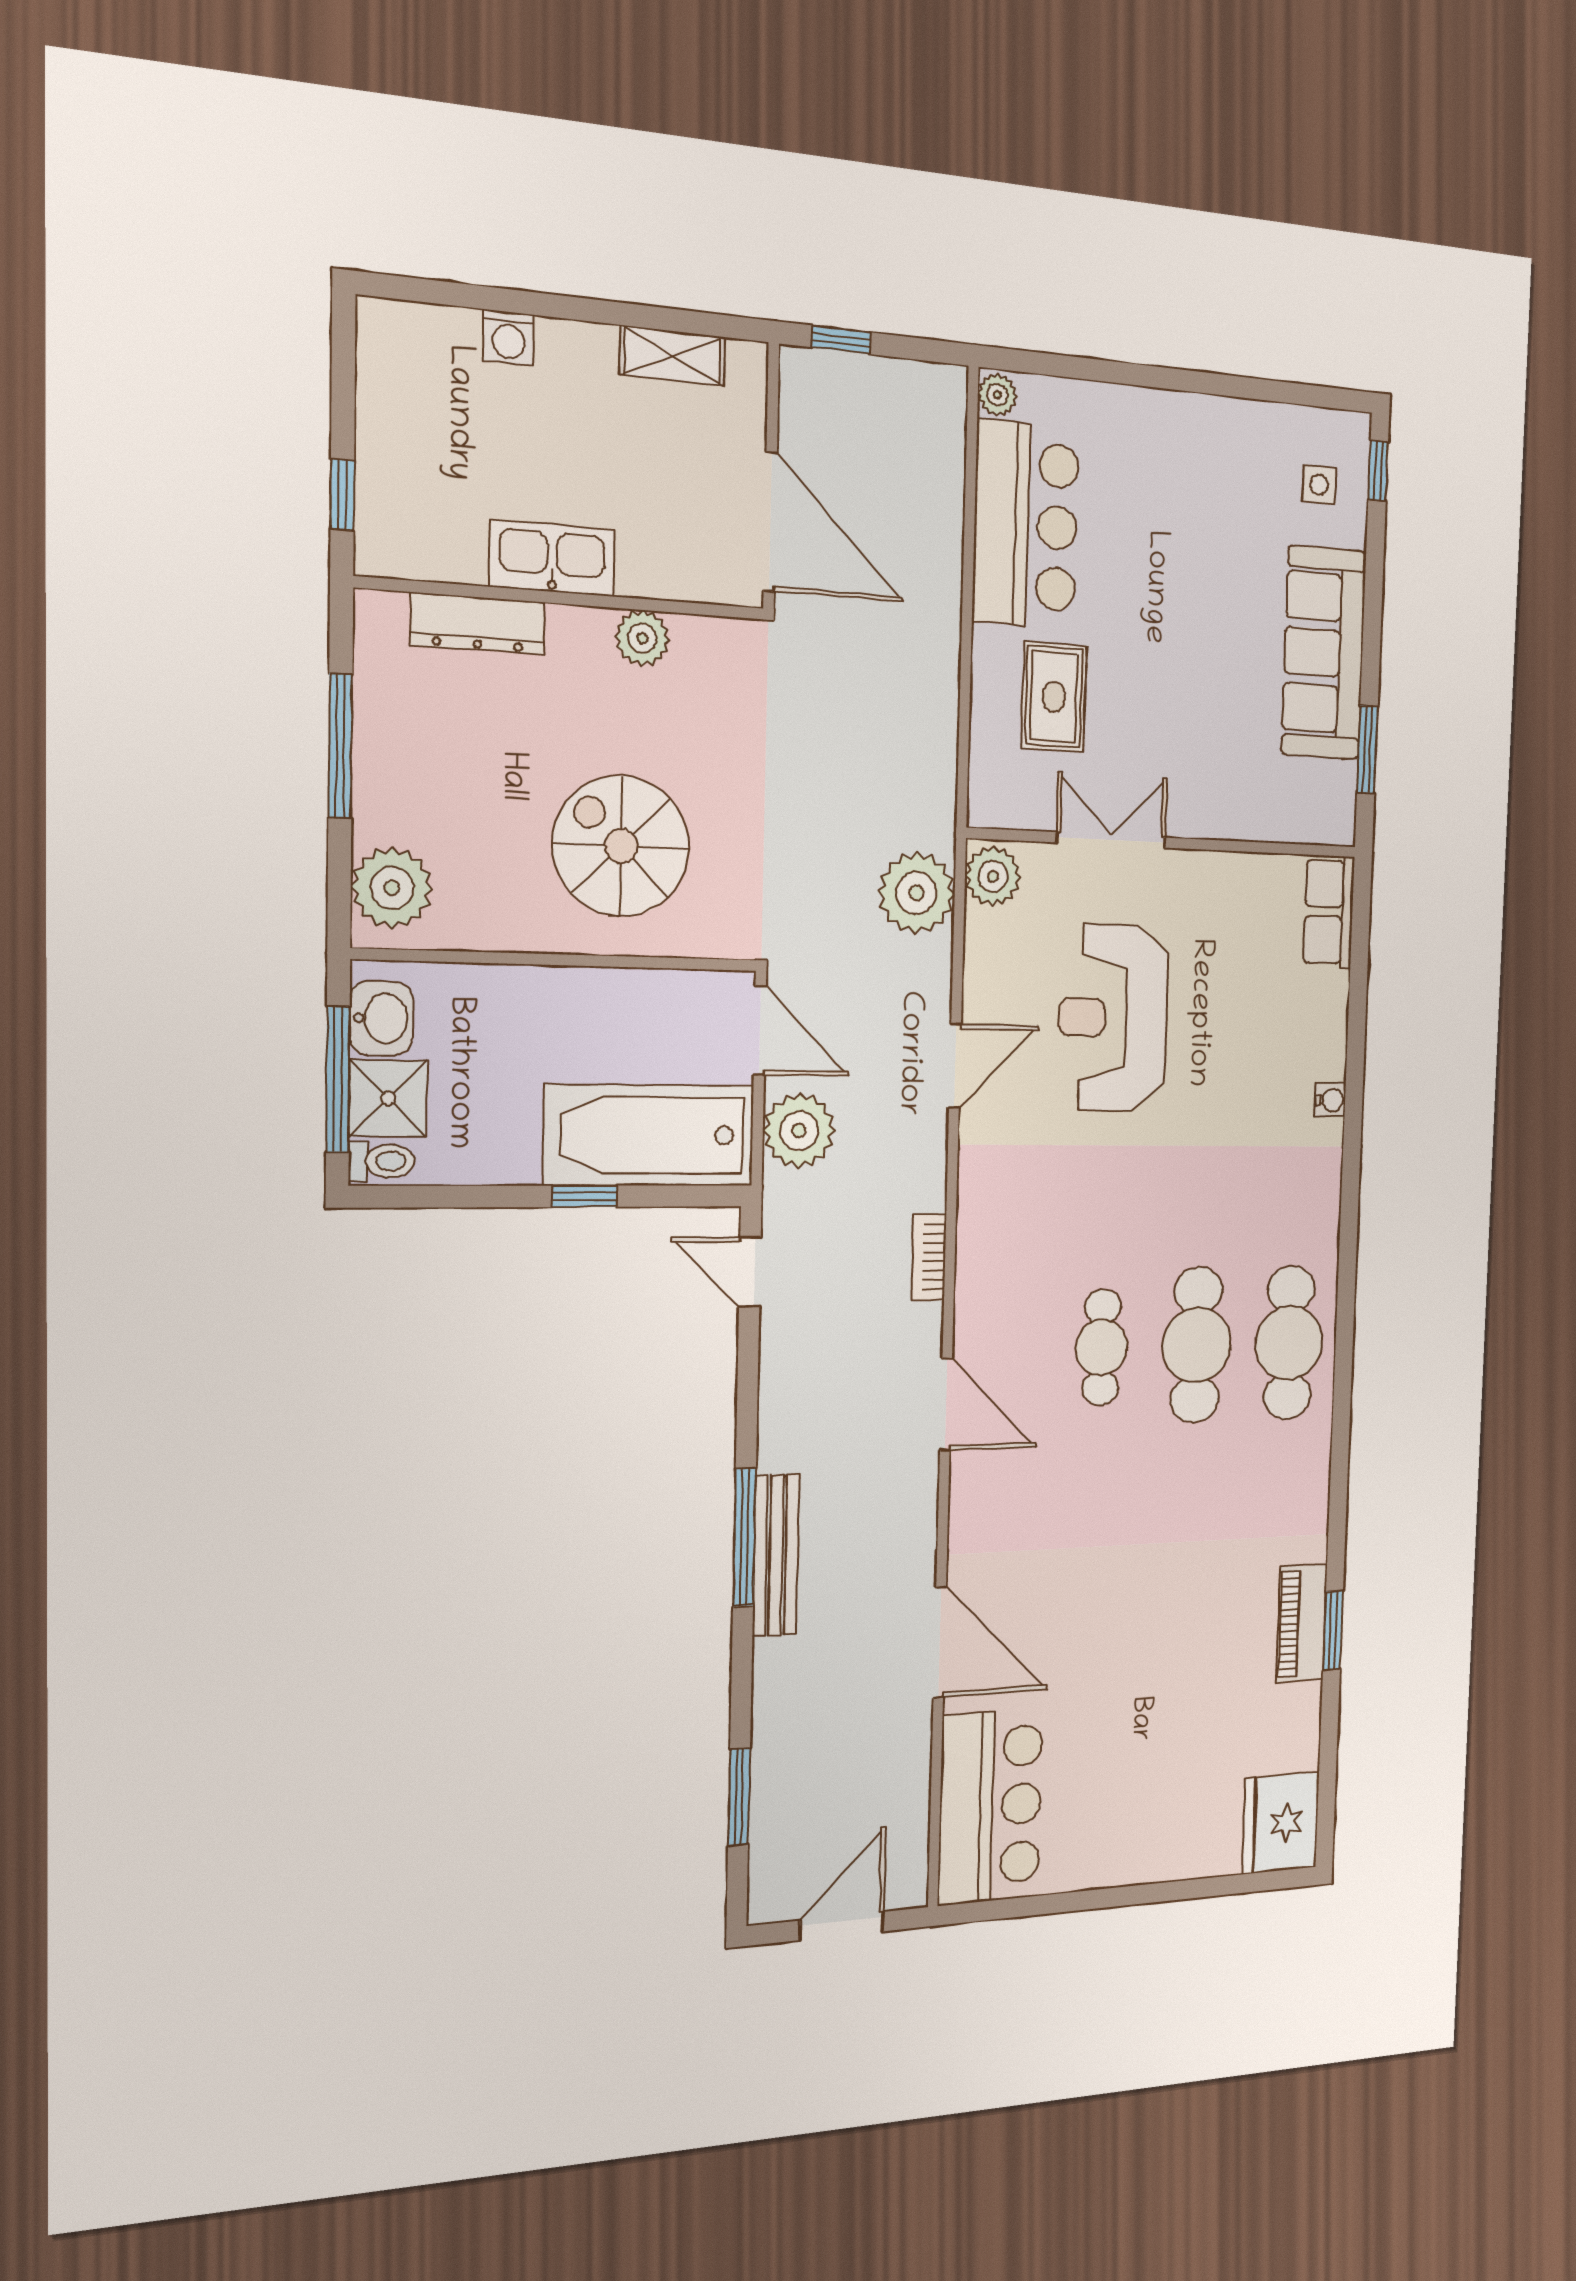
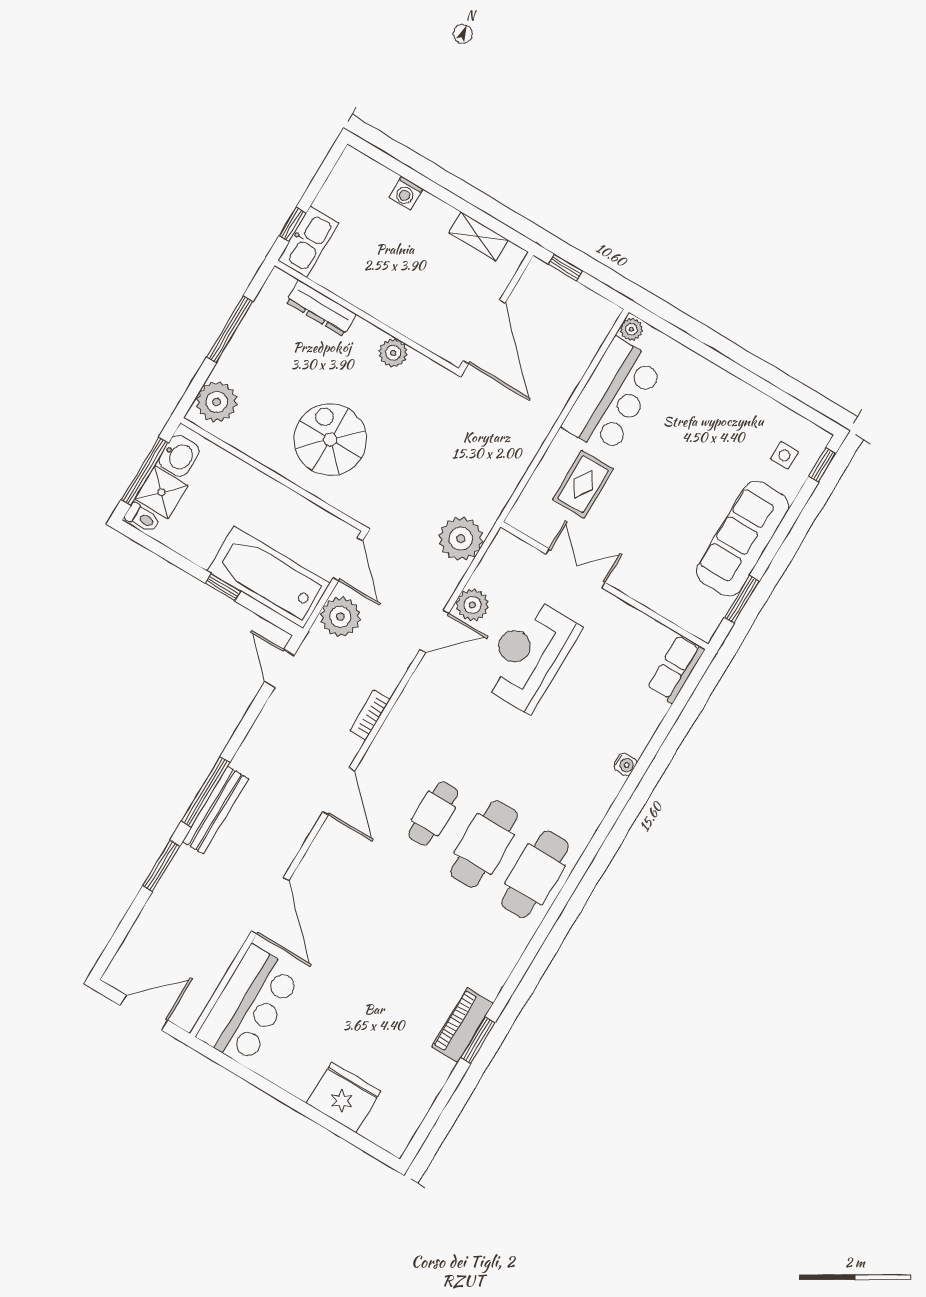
kitchen sink: (552, 558) -> (308, 242), moved, turned 90
plant: (993, 876) -> (472, 605), moved
window: (739, 1797) -> (161, 866), moved
fridge: (1281, 1823) -> (344, 1097), moved, turned 90

